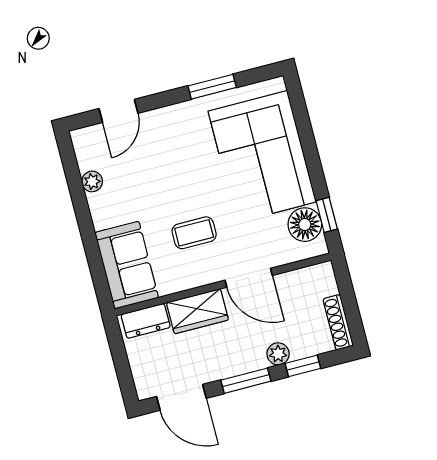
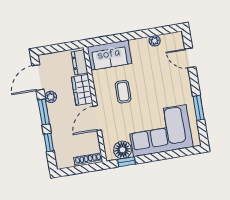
shoe rack: (338, 322) -> (88, 160), moved
plant: (278, 354) -> (51, 97), moved

